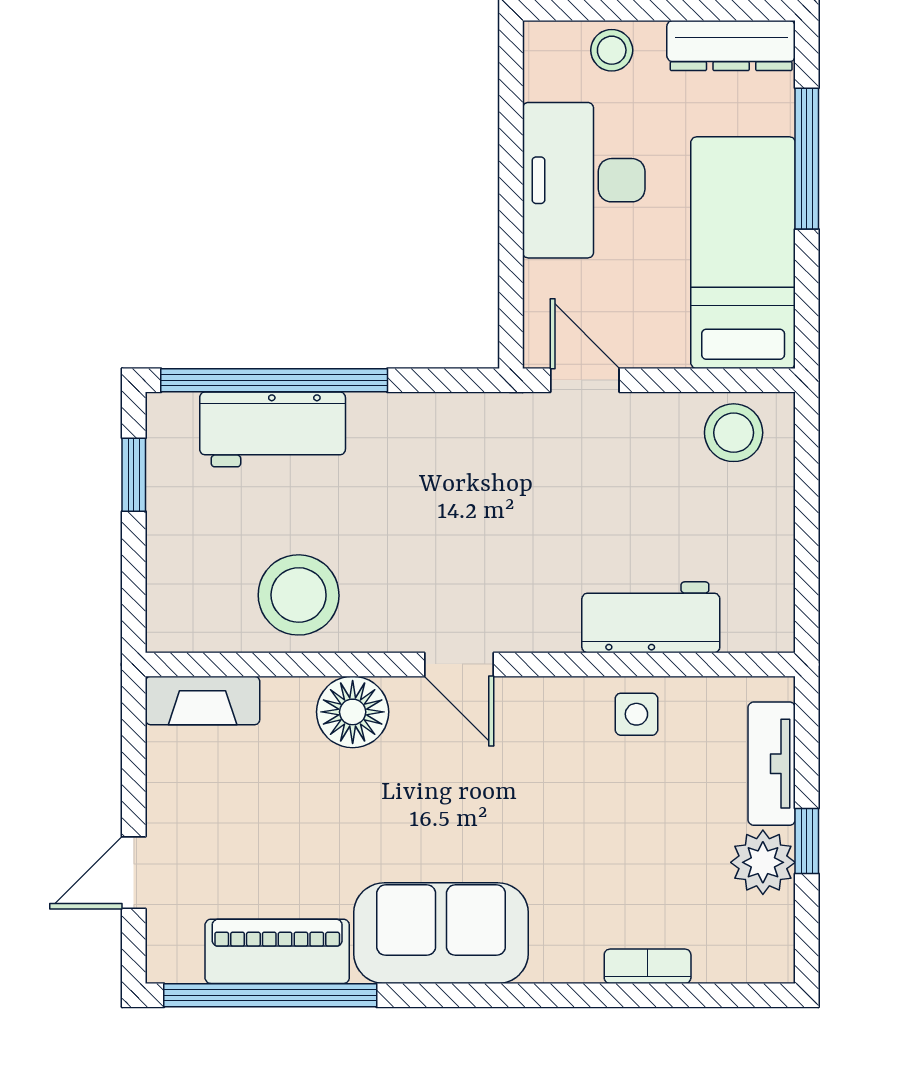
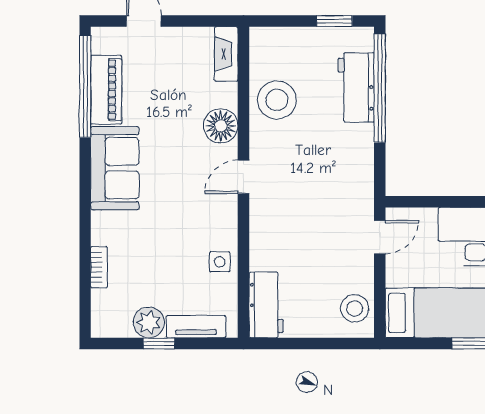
workbench: (651, 617) -> (266, 305), moved

